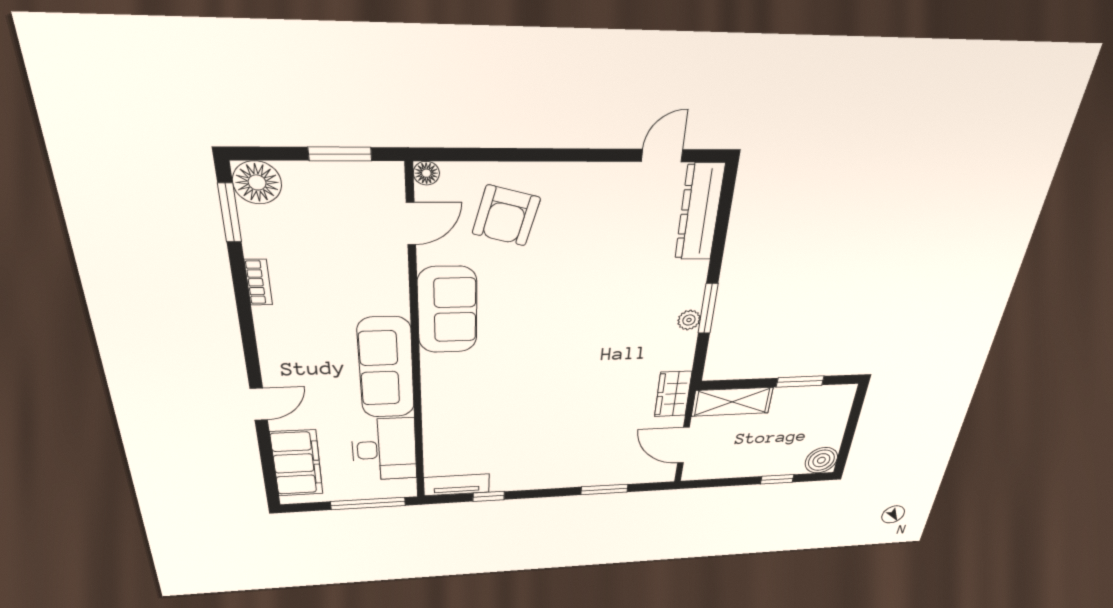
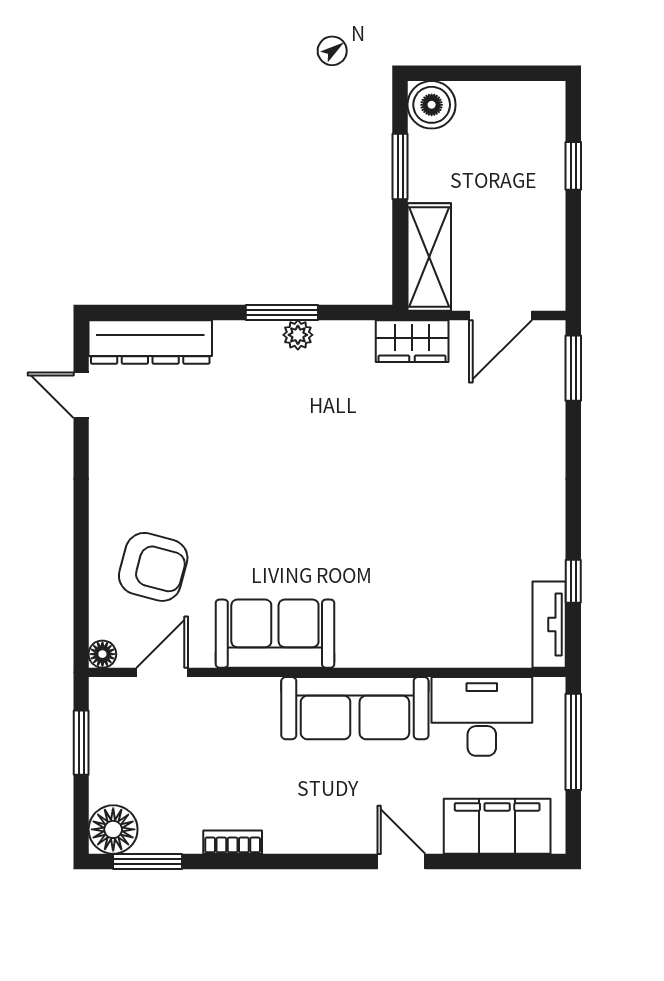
door: (411, 224) -> (162, 672), hinge flipped
boiler: (821, 460) -> (432, 105), moved
window: (604, 489) -> (573, 368), moved

